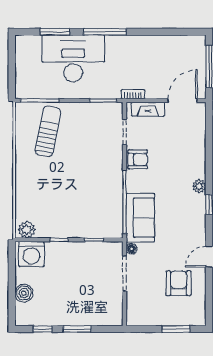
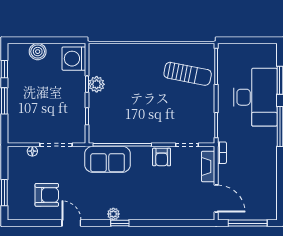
plant: (199, 186) -> (113, 214), moved
plant: (27, 230) -> (97, 84), moved
floor lamp: (131, 249) -> (32, 151), moved

